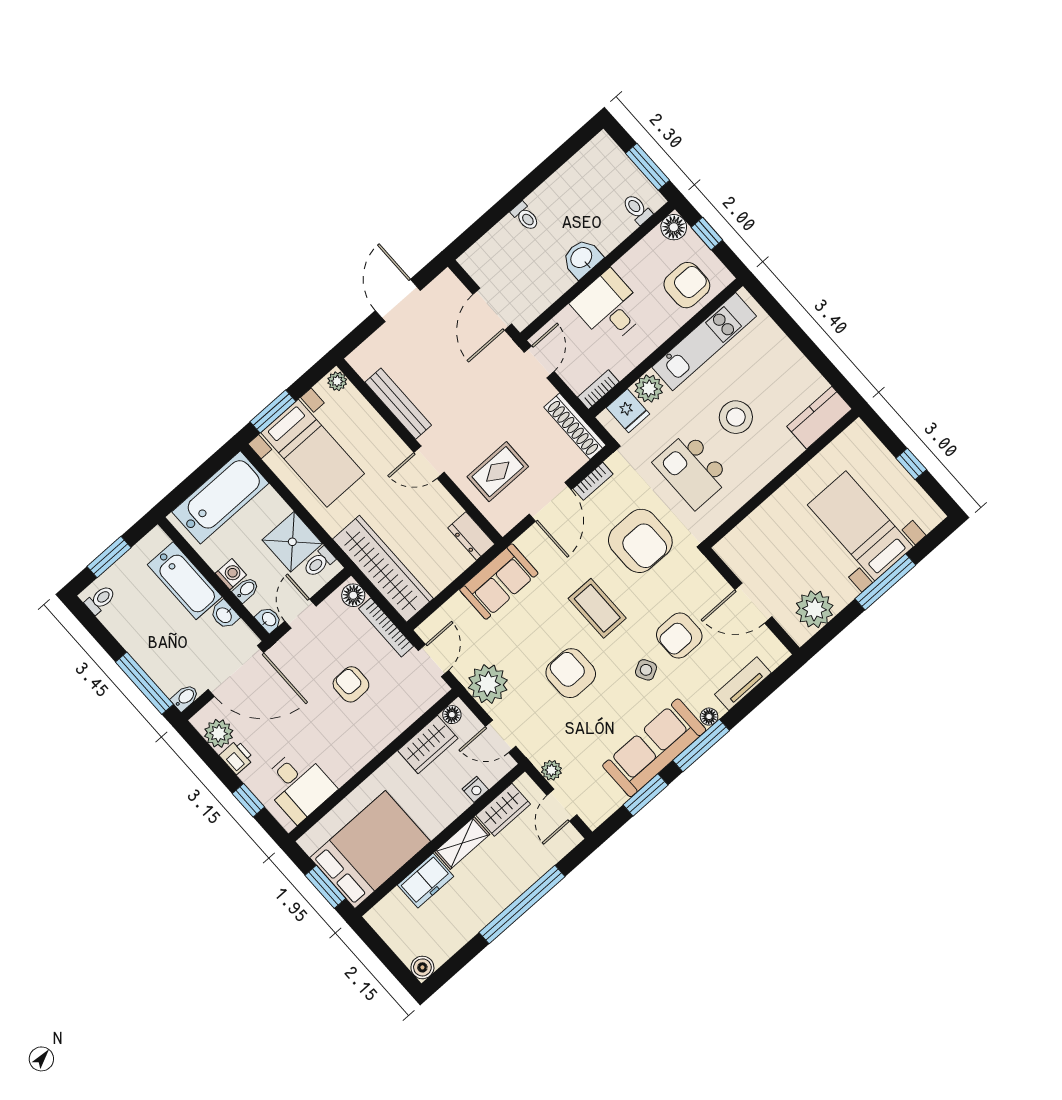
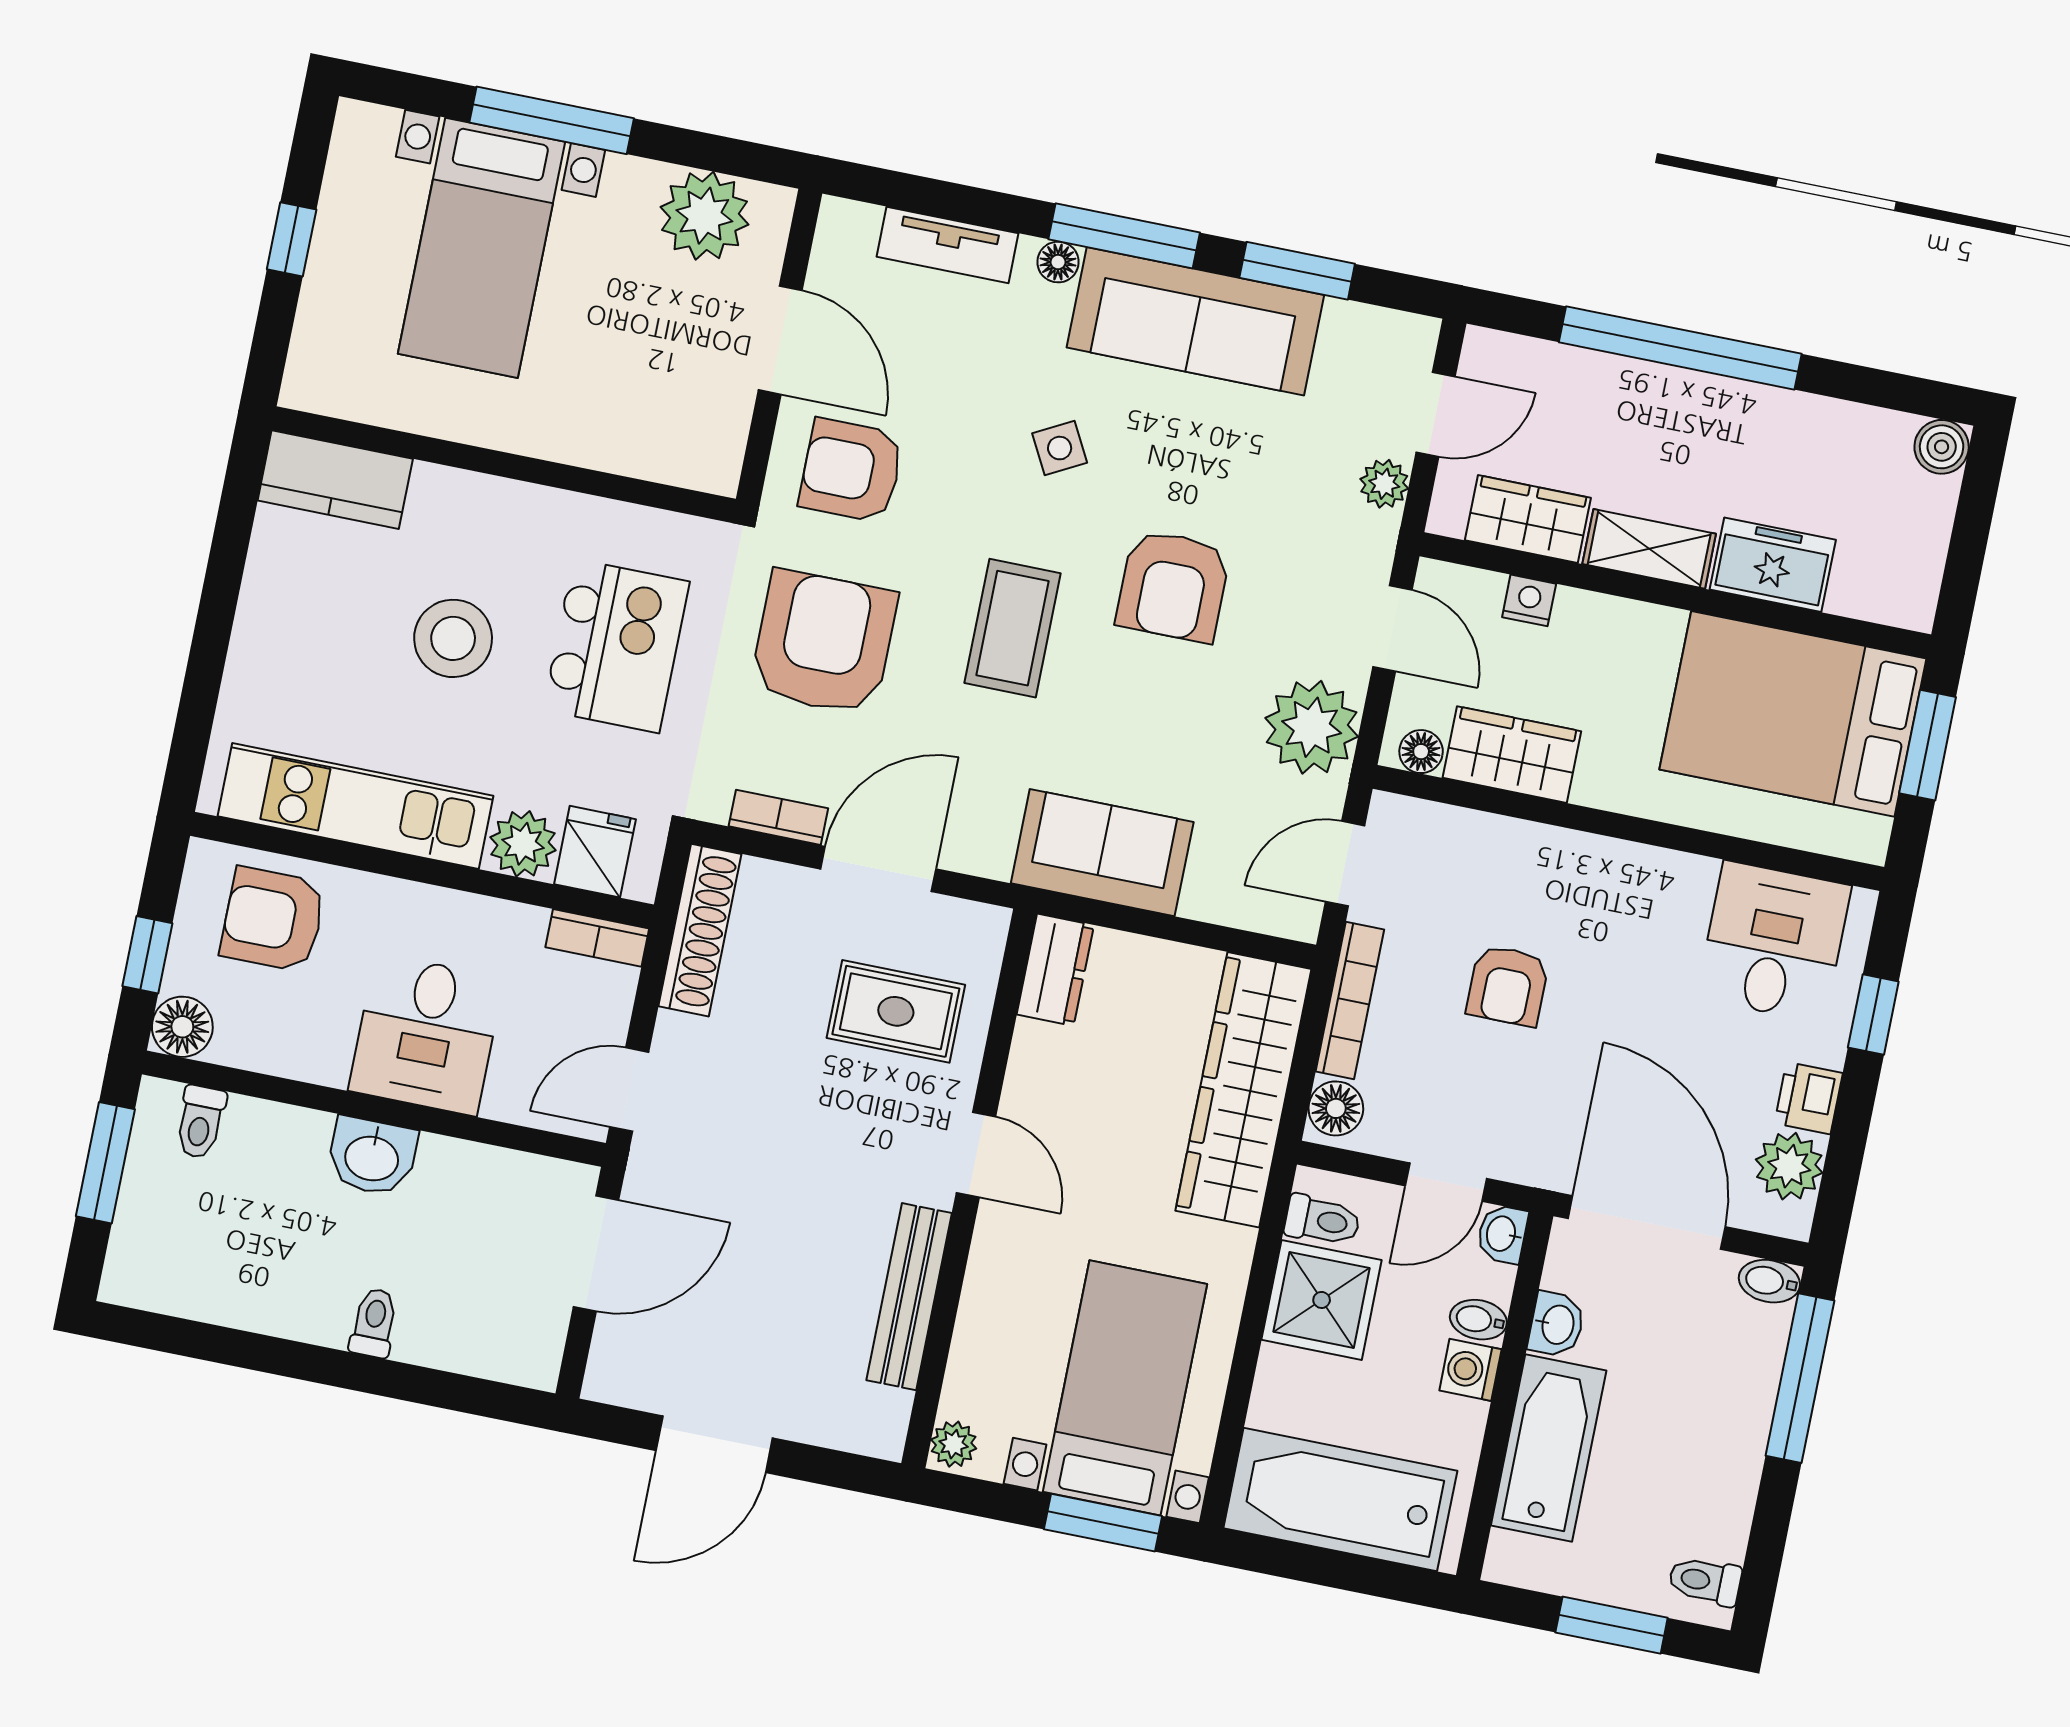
armchair: (679, 636) -> (851, 471), moved, turned 180

